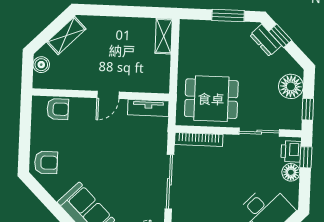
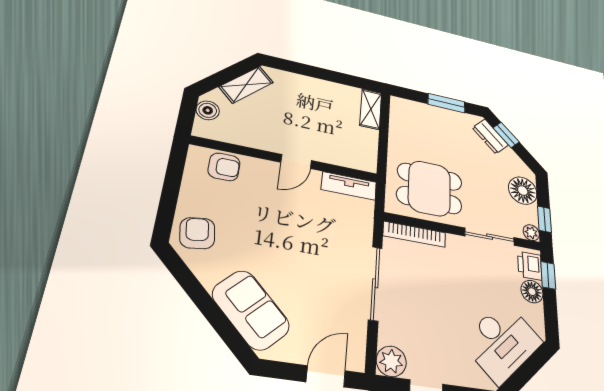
plant: (295, 123) -> (531, 233), added
armchair: (46, 162) -> (197, 233), turned -98

